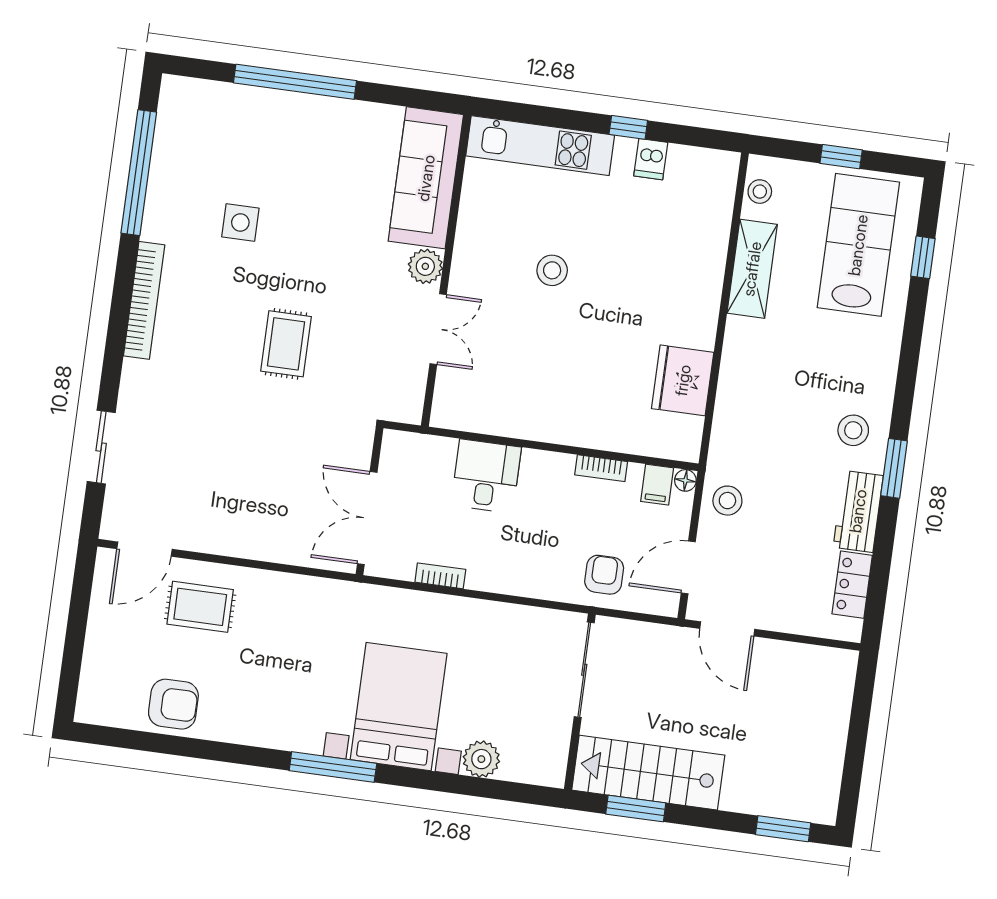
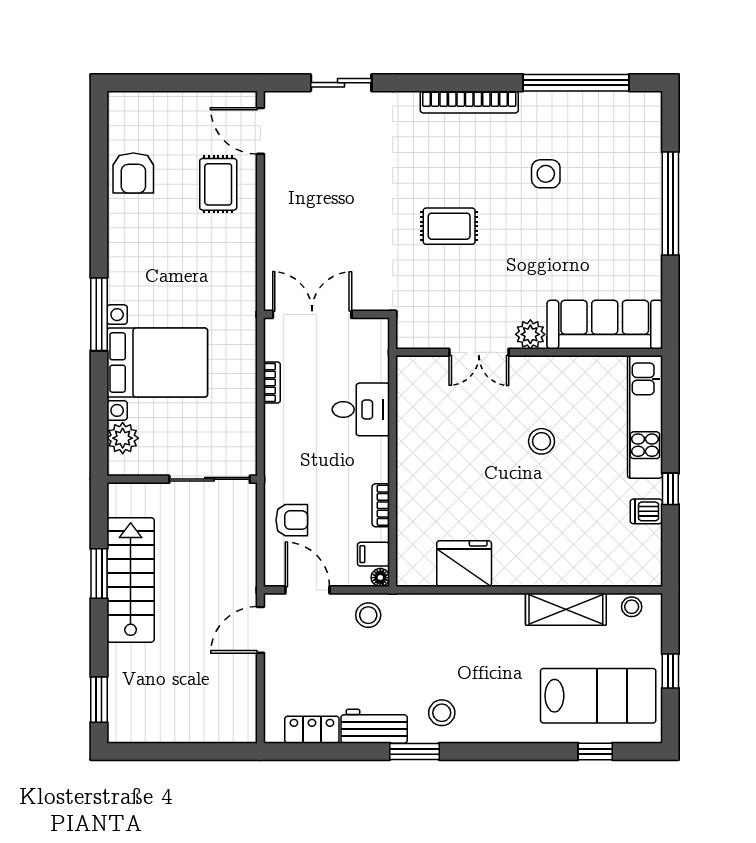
sliding door: (584, 670) -> (210, 479), moved
wall: (580, 702) -> (182, 479), moved

